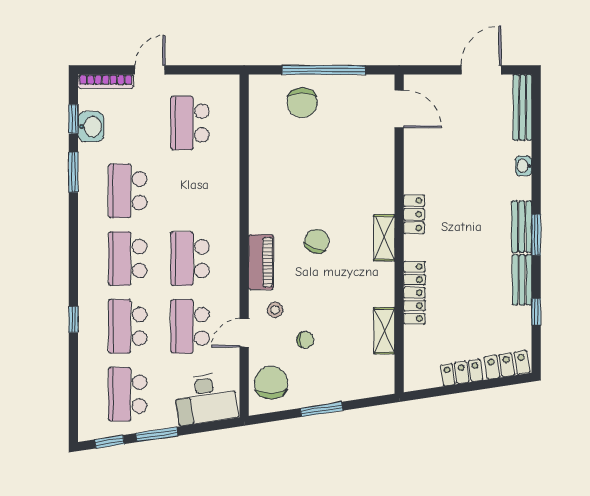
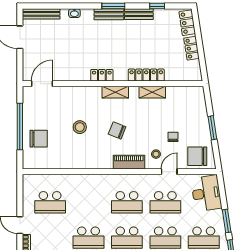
stool: (323, 175) -> (80, 127), added
shelving: (384, 331) -> (152, 92), moved
door: (244, 333) -> (169, 172), swing flipped

